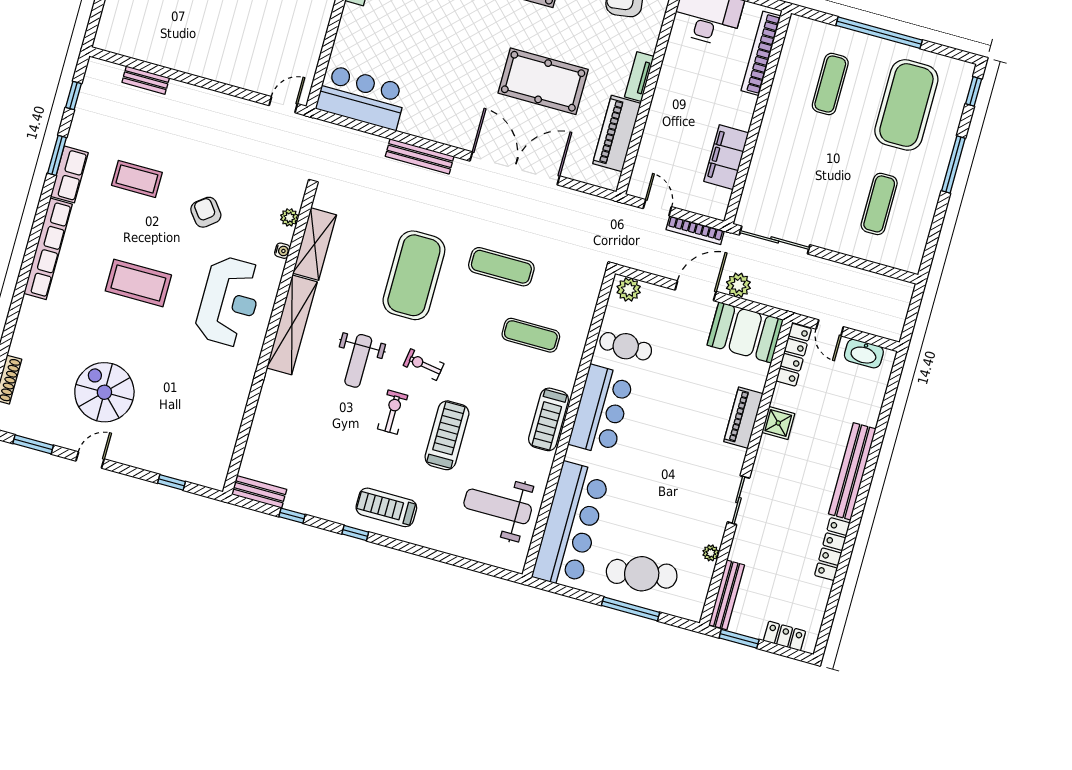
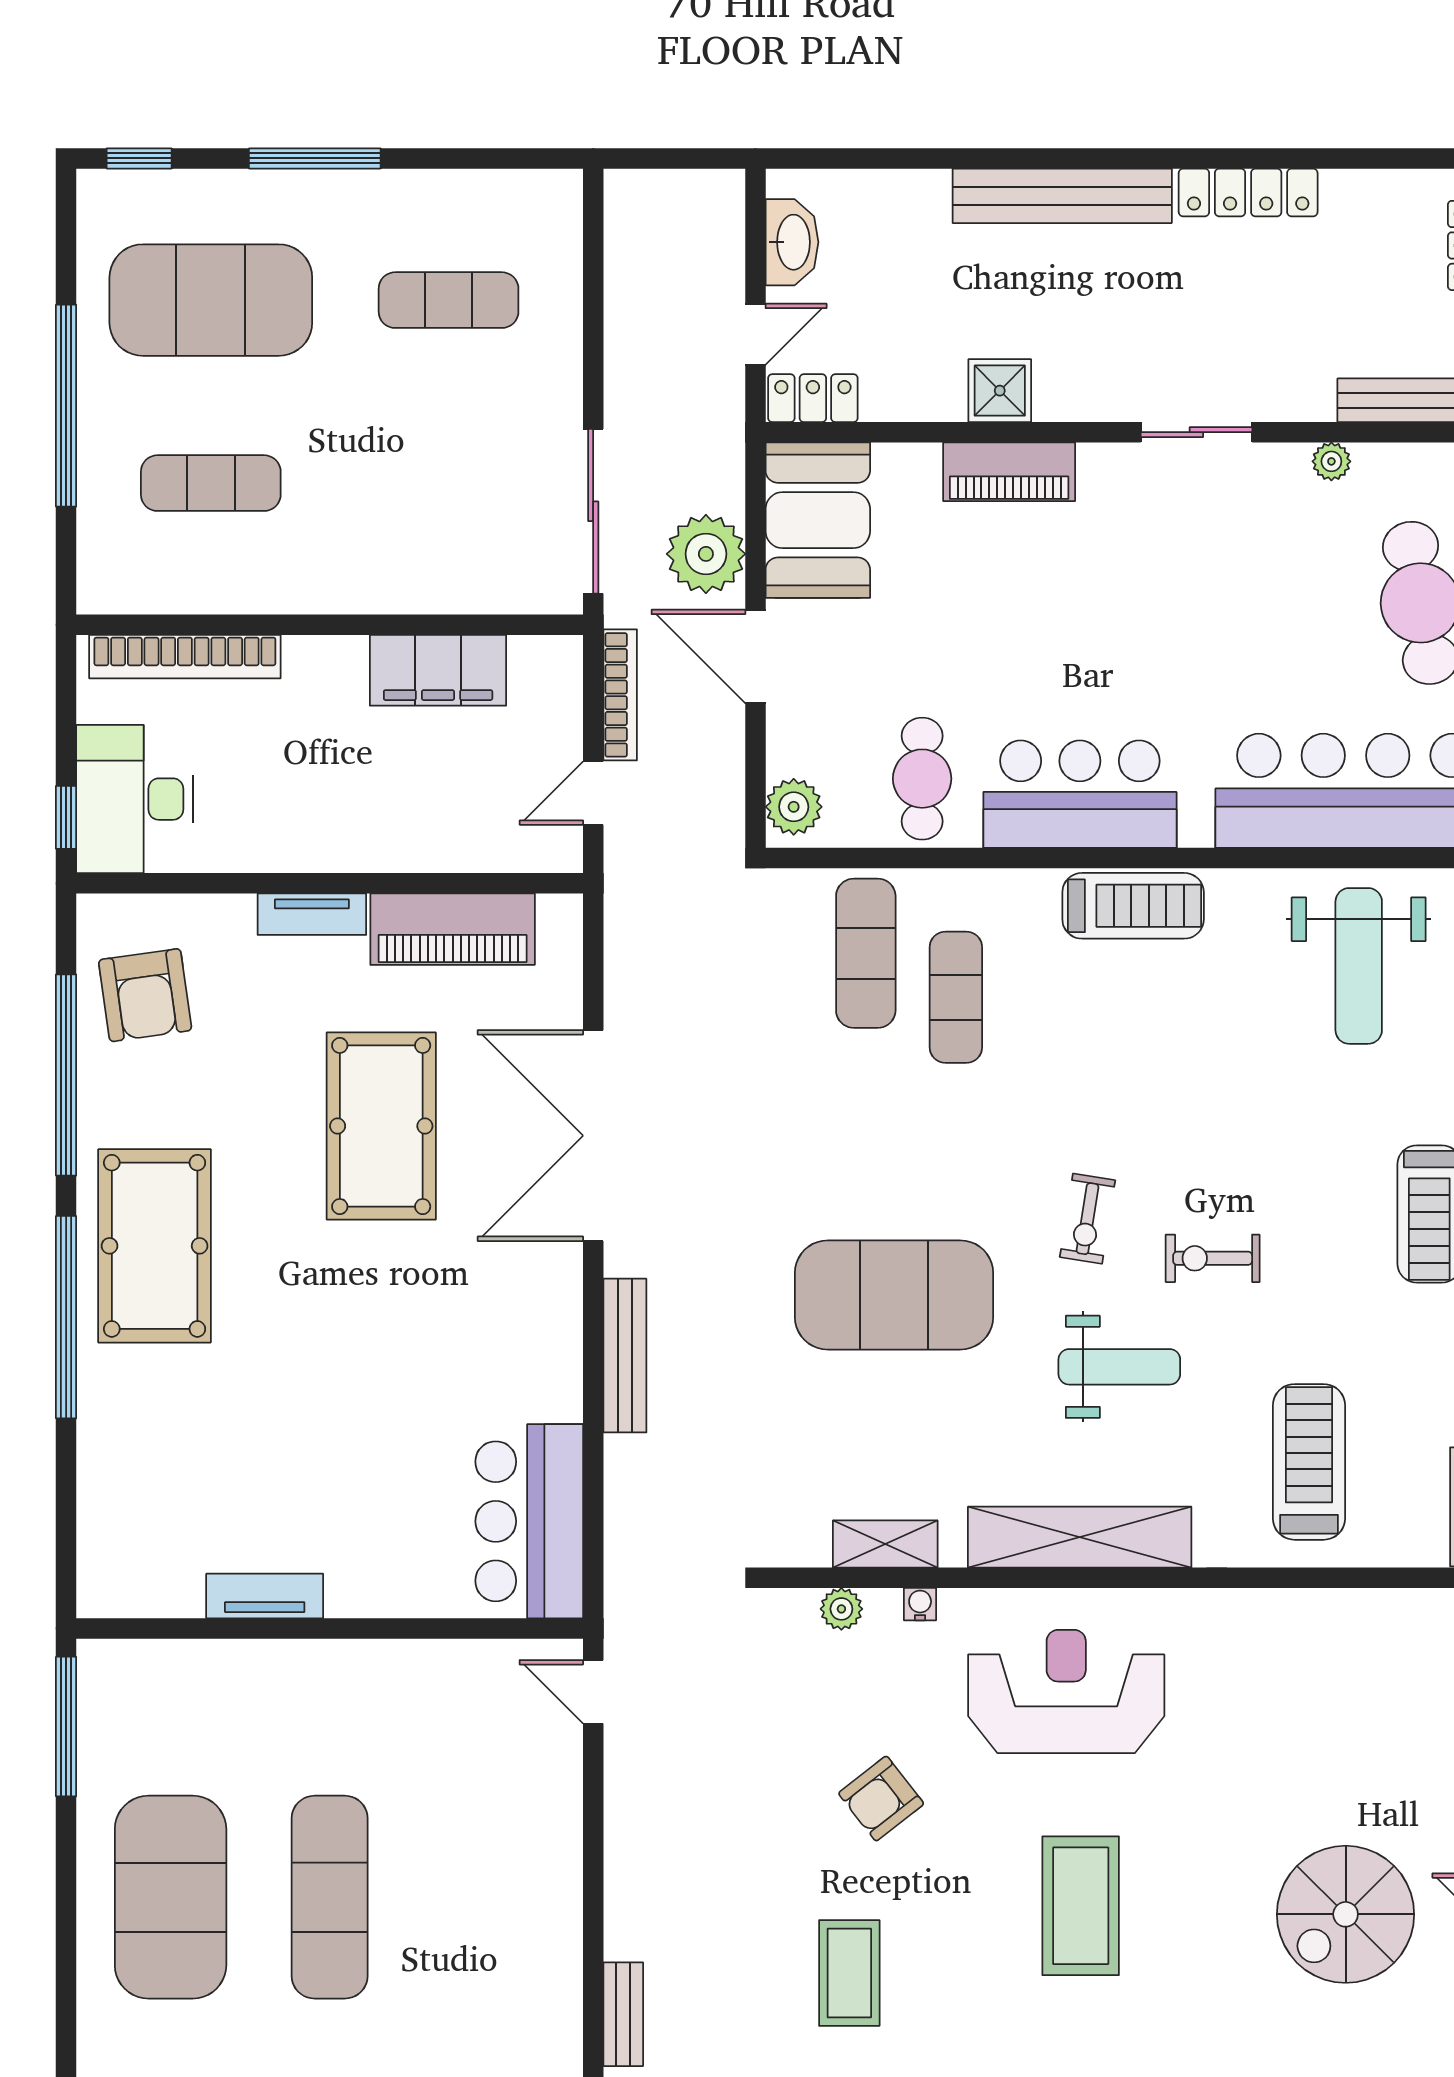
shelving: (315, 244) -> (885, 1544), width x0.67, depth x0.75
exercise mat: (501, 267) -> (866, 953), moved
plant: (738, 285) -> (706, 554), width x1.36, depth x1.36
locker: (794, 355) -> (813, 398), width x0.66
treadmill: (447, 435) -> (1309, 1462), moved, turned 90

